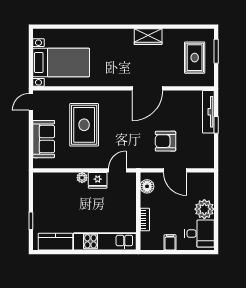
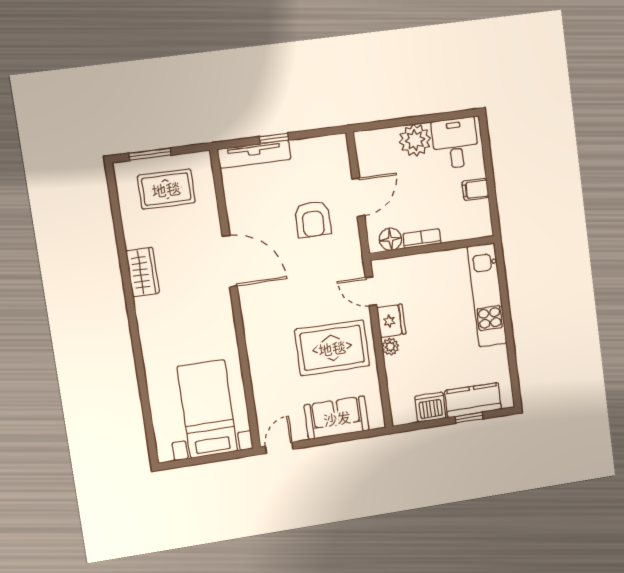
door: (31, 102) -> (279, 448), swing flipped
rug: (84, 125) -> (332, 348), moved
dishwasher: (41, 197) -> (430, 407), added
bookcase: (145, 219) -> (422, 239), moved
kitchen counter: (55, 242) -> (473, 400), moved, turned 90

